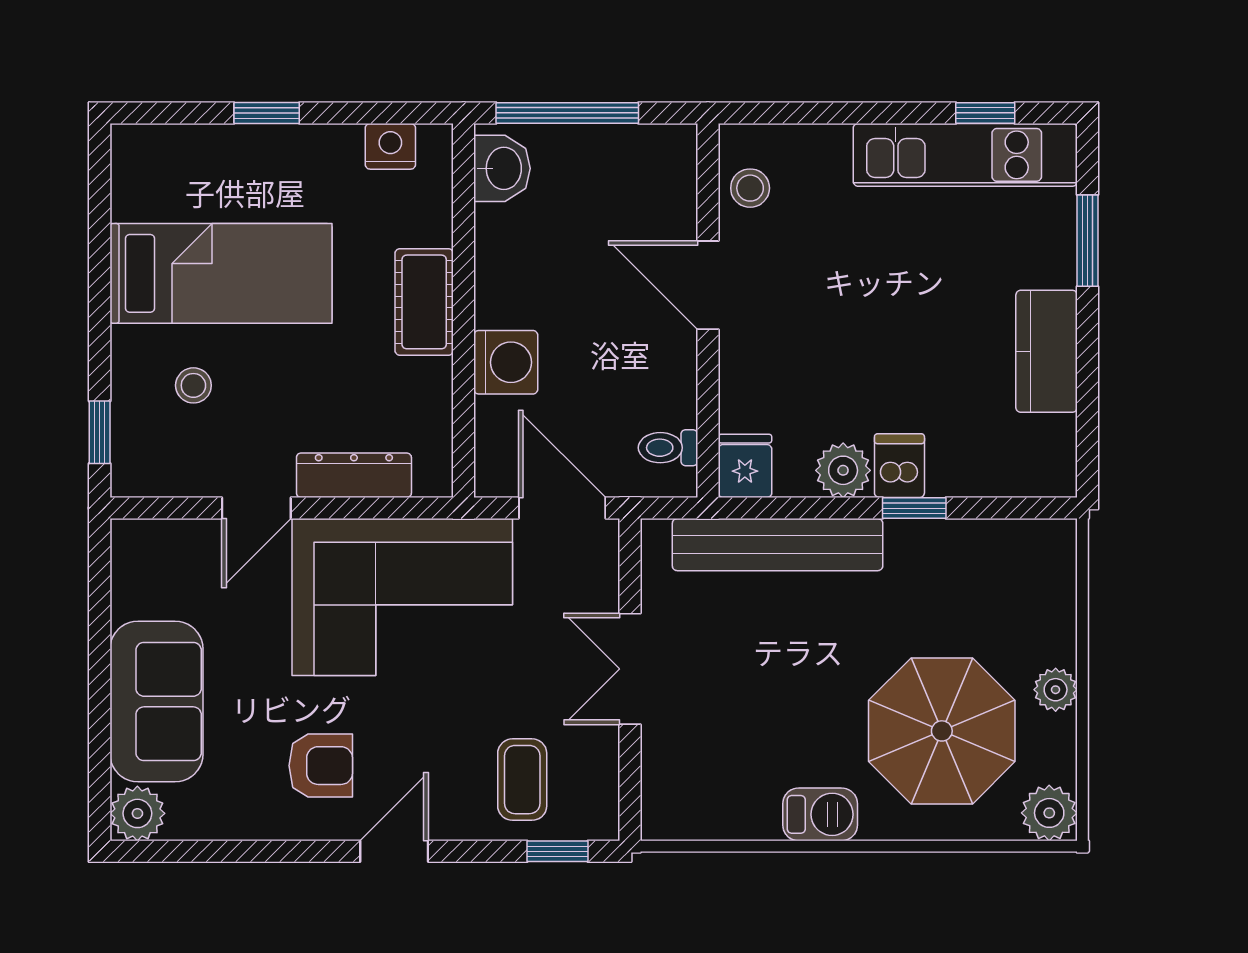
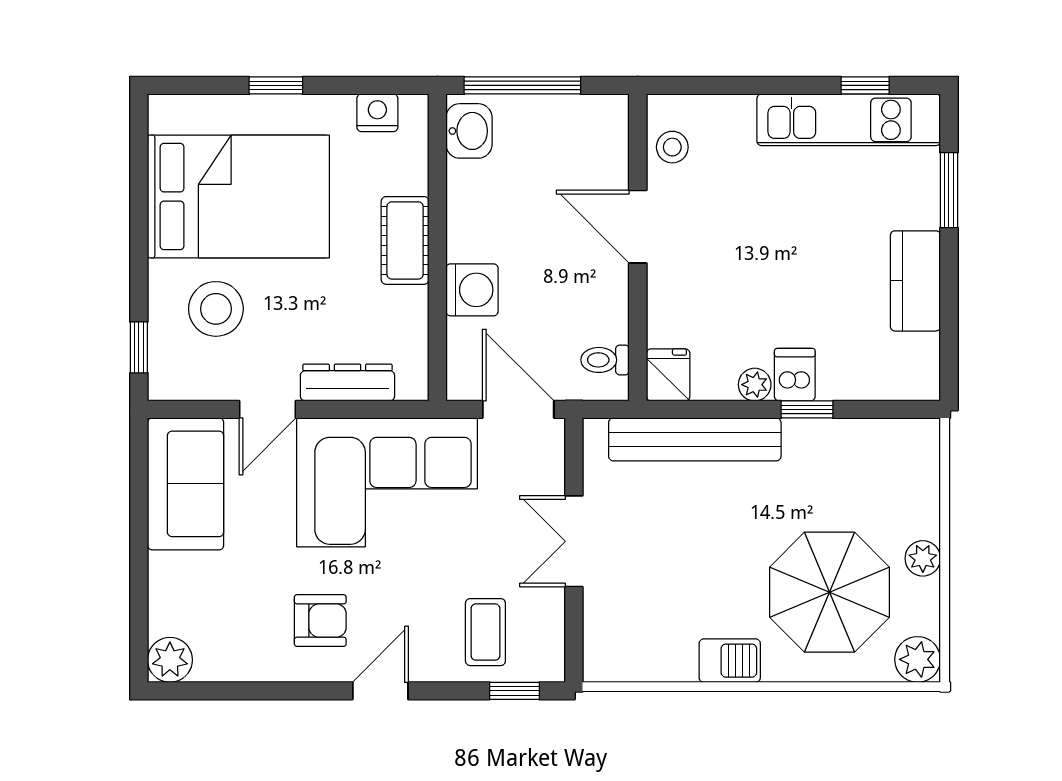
bed: (221, 273) -> (238, 197), width x1.50
stool: (193, 385) -> (216, 309), width x1.89, depth x1.89
plant: (843, 470) -> (755, 385), width x0.73, depth x0.73
sofa: (156, 702) -> (186, 484), moved

